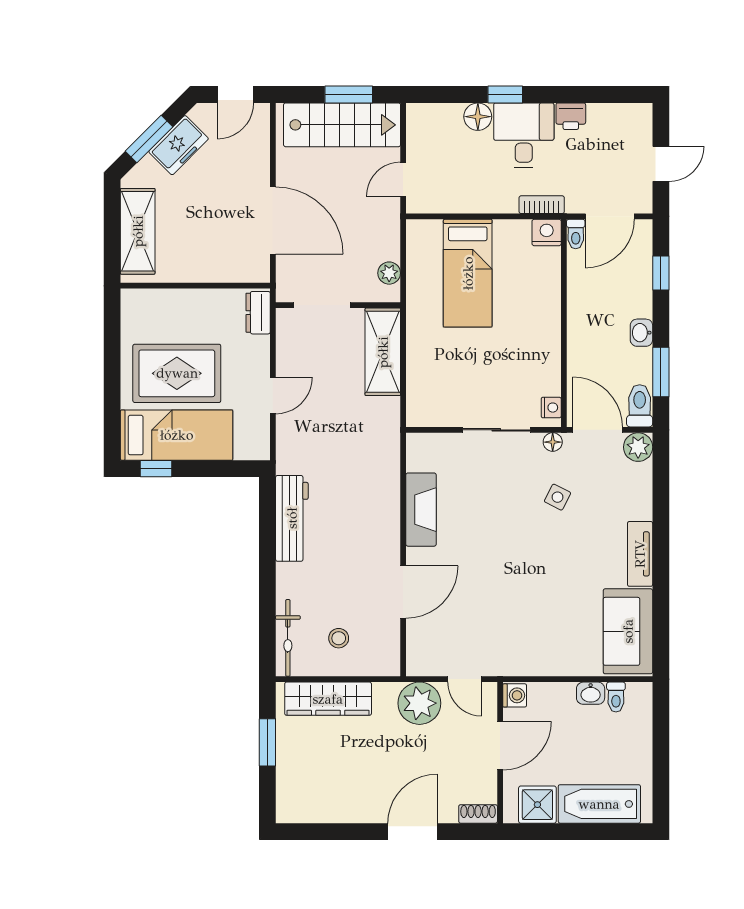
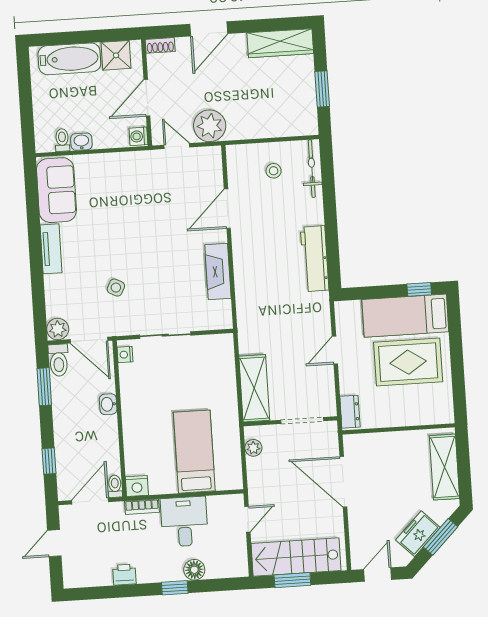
desk: (524, 135) -> (184, 522), moved, turned 180
washbasin: (641, 333) -> (108, 404), moved, turned 180
floor lamp: (553, 442) -> (122, 329), removed
wardrobe: (328, 699) -> (280, 43), moved, turned 180

